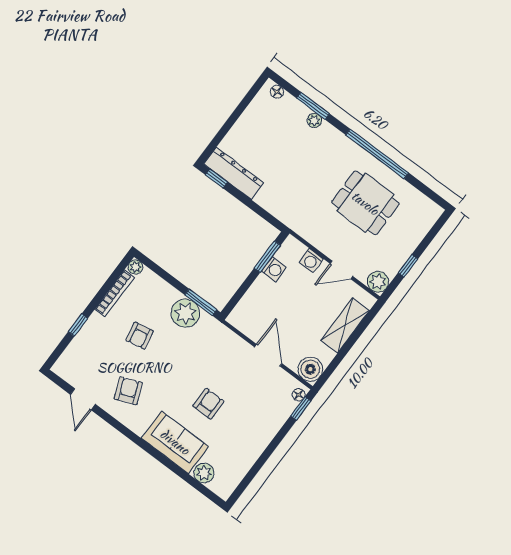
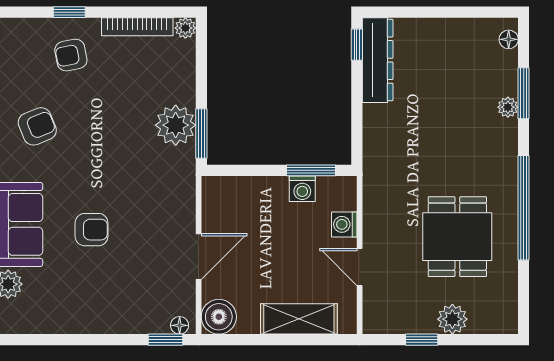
plant: (378, 282) -> (452, 319), moved
armchair: (140, 336) -> (71, 55), moved

